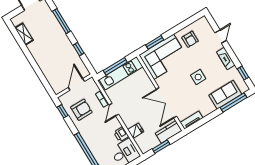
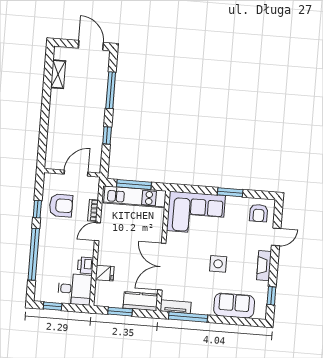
armchair: (190, 39) -> (259, 213), moved
window: (155, 42) -> (230, 192), moved
window: (234, 102) -> (188, 317), moved
window: (63, 111) -> (37, 209), moved

